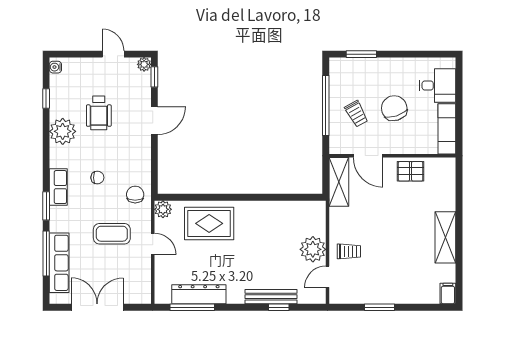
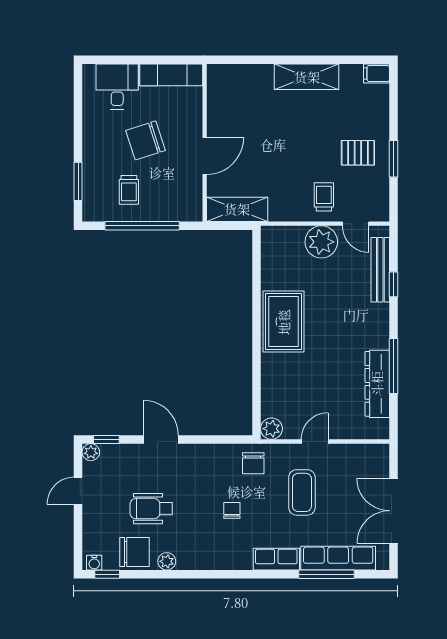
window: (46, 98) -> (107, 574), moved
chair: (64, 99) -> (134, 552), added
wheelchair: (99, 113) -> (151, 509), turned 180
trolley: (356, 114) -> (129, 190), moved, turned 119
plant: (63, 131) -> (167, 561), width x0.53, depth x0.53
door: (368, 156) -> (205, 156), moved
pallet: (411, 171) -> (358, 153), moved, turned 90
row of seats: (58, 187) -> (276, 559), moved
chair: (135, 195) -> (253, 463), turned -90
window: (46, 206) -> (267, 574), removed
rug: (209, 223) -> (284, 322), moved
bench: (271, 297) -> (380, 270), moved
window: (192, 307) -> (393, 366), moved

